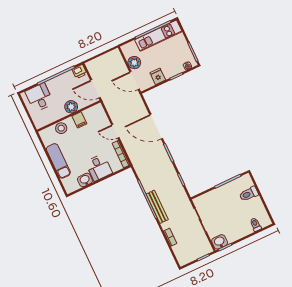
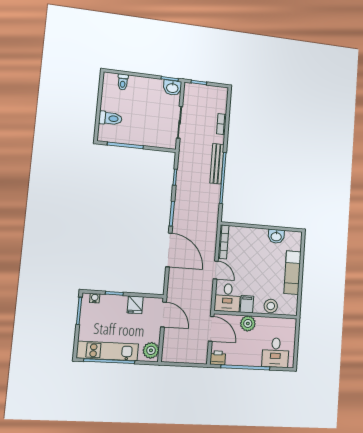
plant: (134, 63) -> (151, 350), moved
desk: (99, 167) -> (228, 298), moved, turned 180

